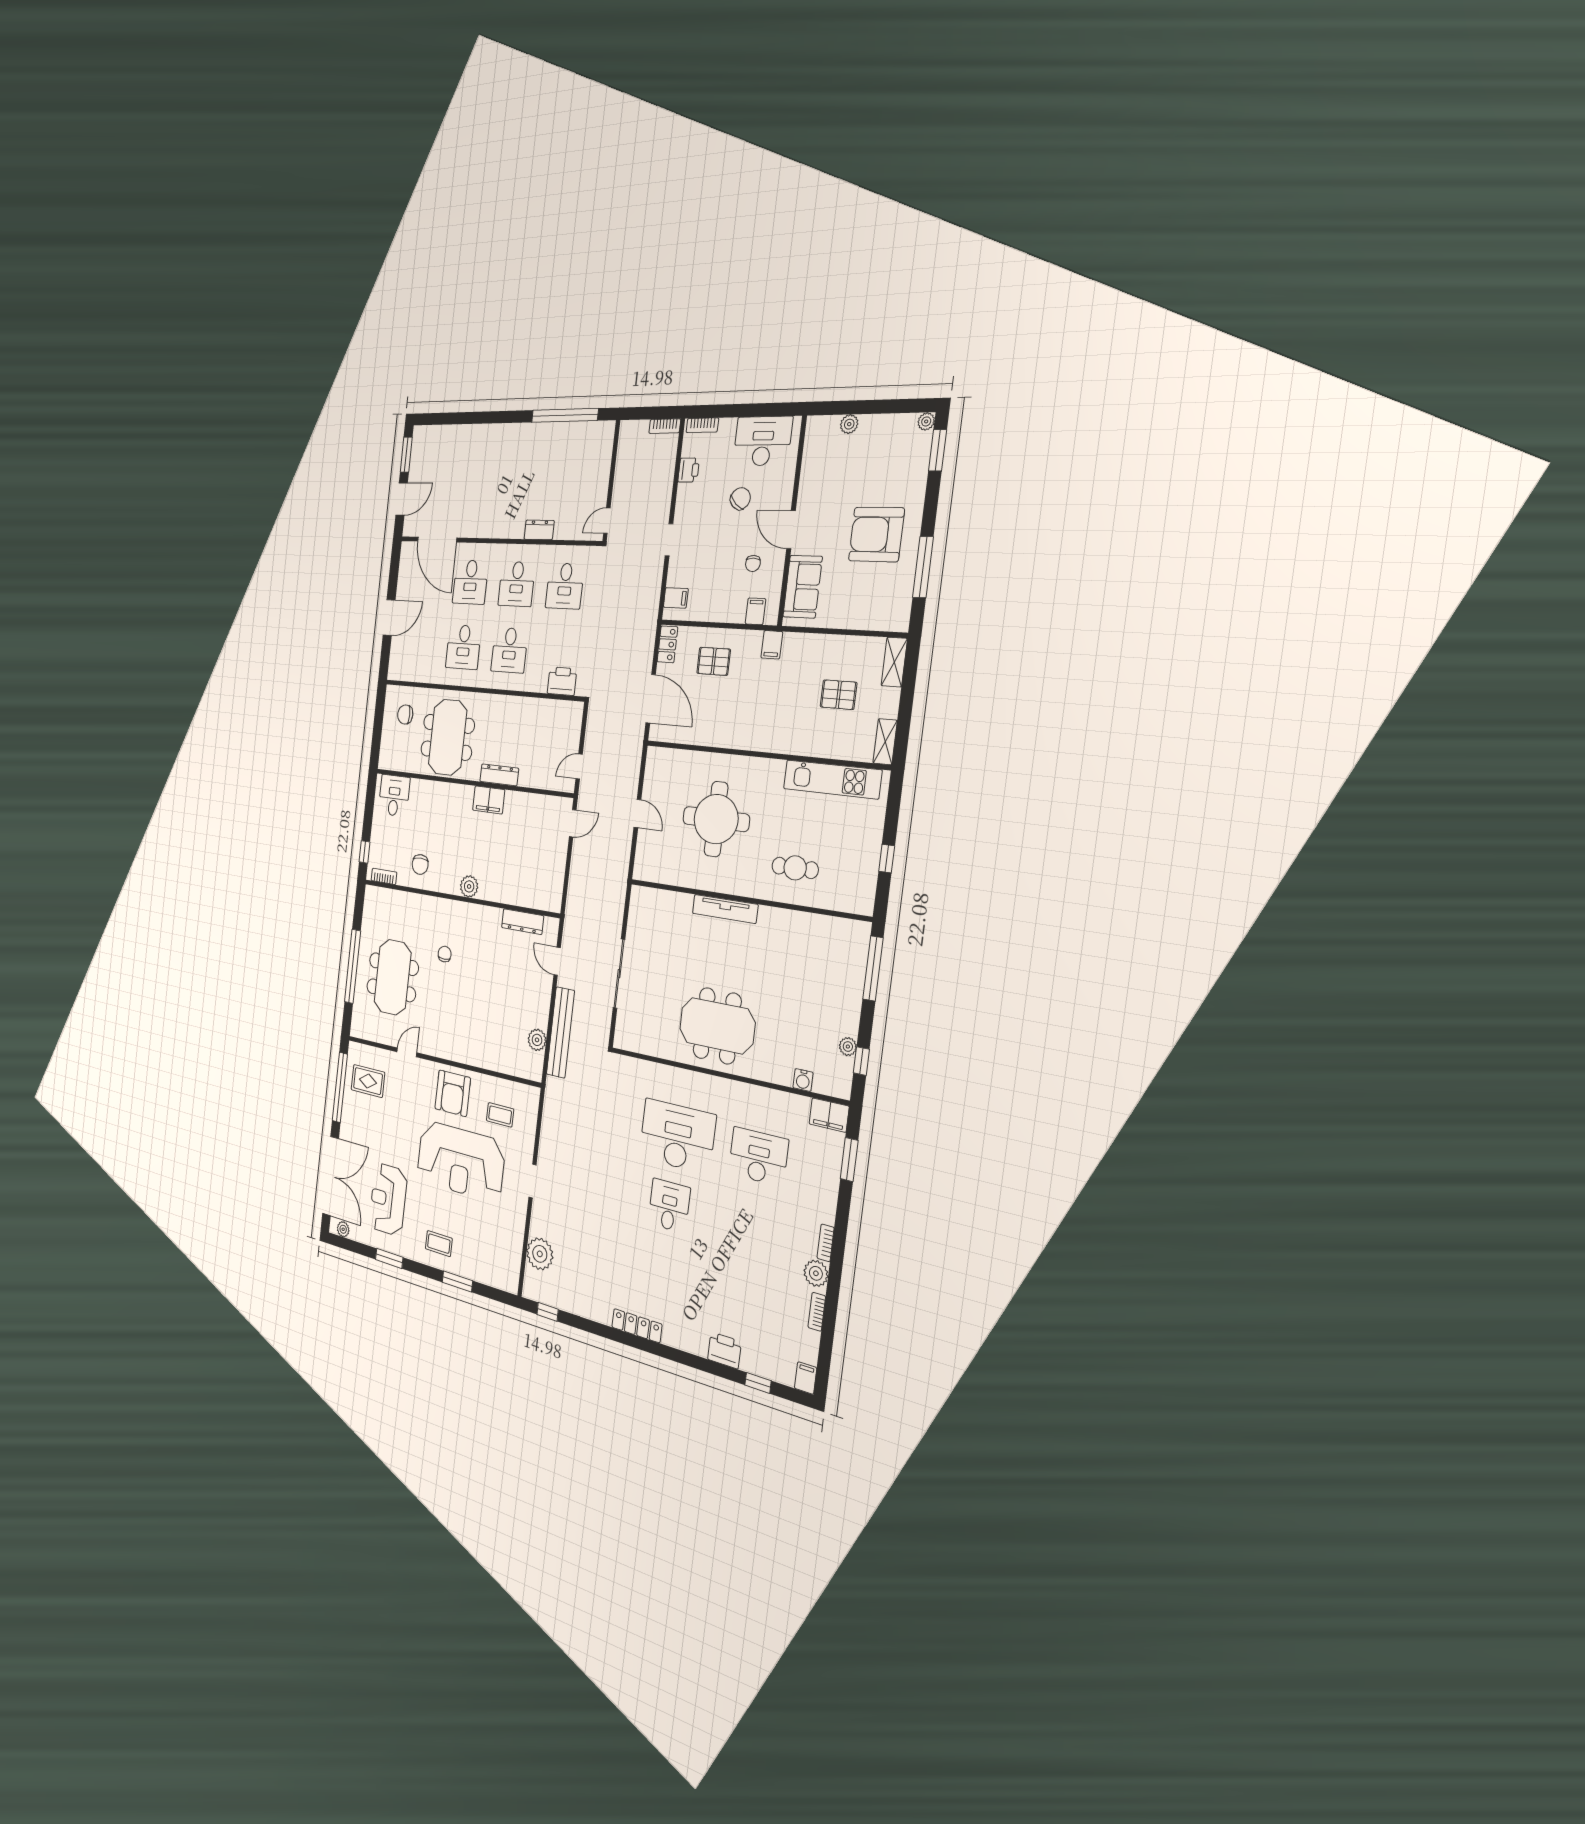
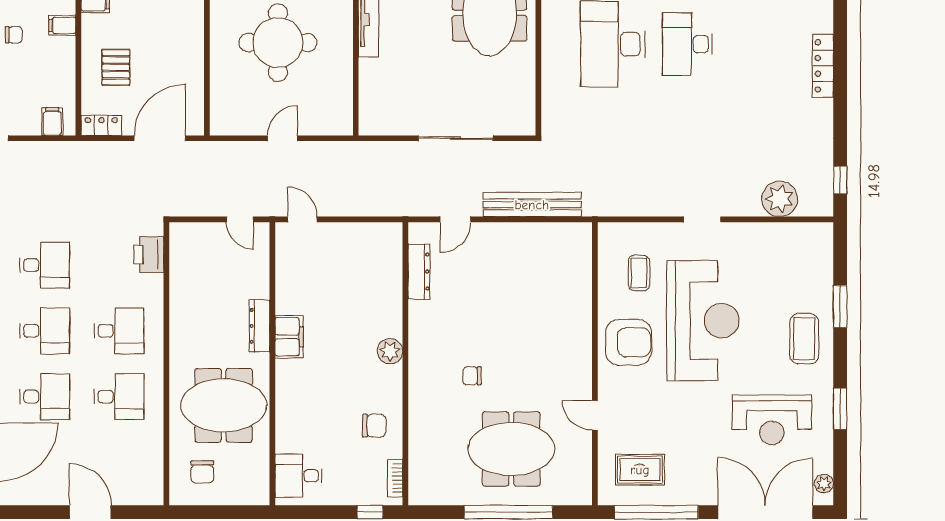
plant: (537, 1040) -> (546, 234), removed
rug: (368, 1081) -> (640, 470), turned 90
desk: (669, 1206) -> (687, 44), width x1.37
coffee table: (439, 1244) -> (804, 339), width x1.36, depth x1.30

